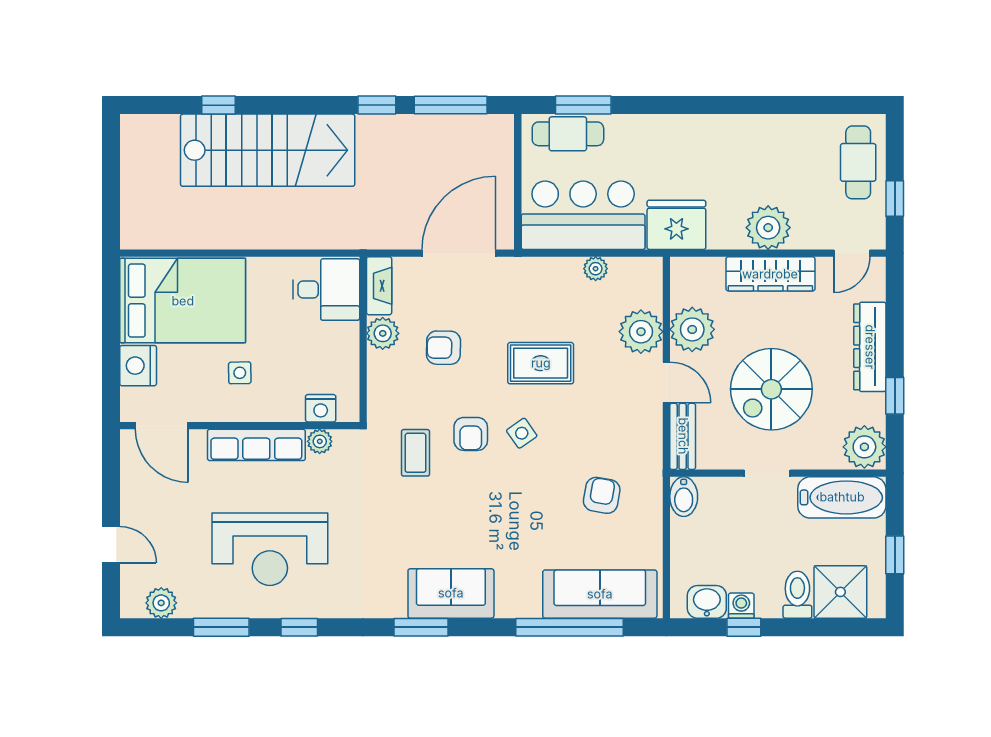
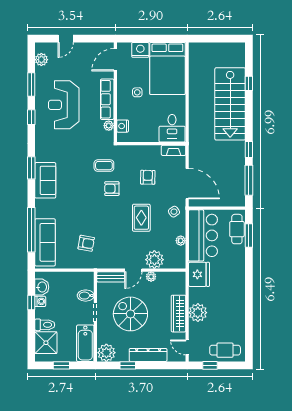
plant: (692, 329) -> (151, 277), width x0.53, depth x0.53
plant: (383, 333) -> (154, 152), removed
side table: (522, 433) -> (174, 212), moved
bidet: (684, 497) -> (86, 296), moved

